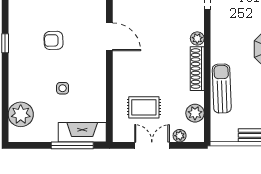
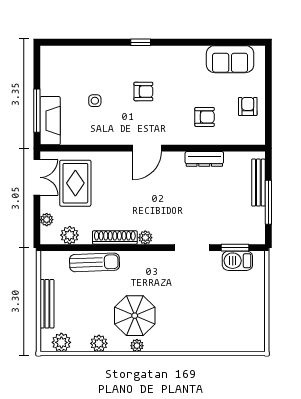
armchair: (54, 40) -> (143, 91), turned 92
rug: (144, 107) -> (75, 183), width x1.36, depth x1.43
plant: (21, 114) -> (68, 58), removed
double door: (152, 145) -> (37, 177), moved

